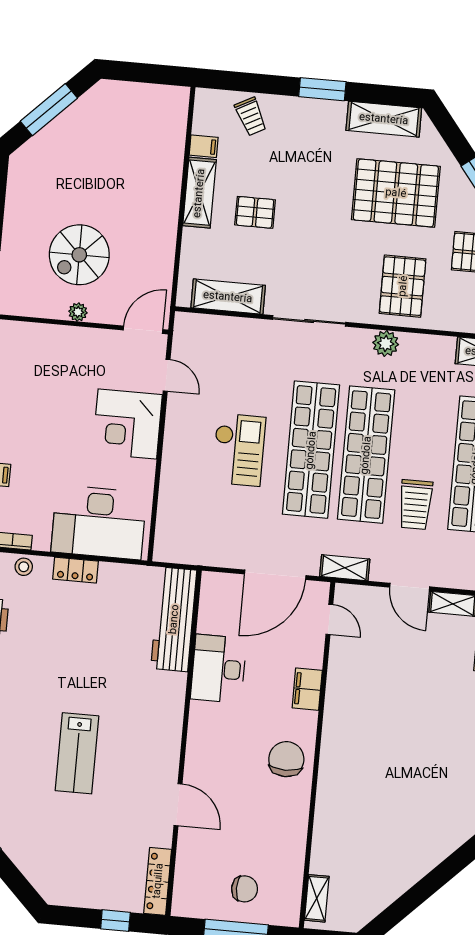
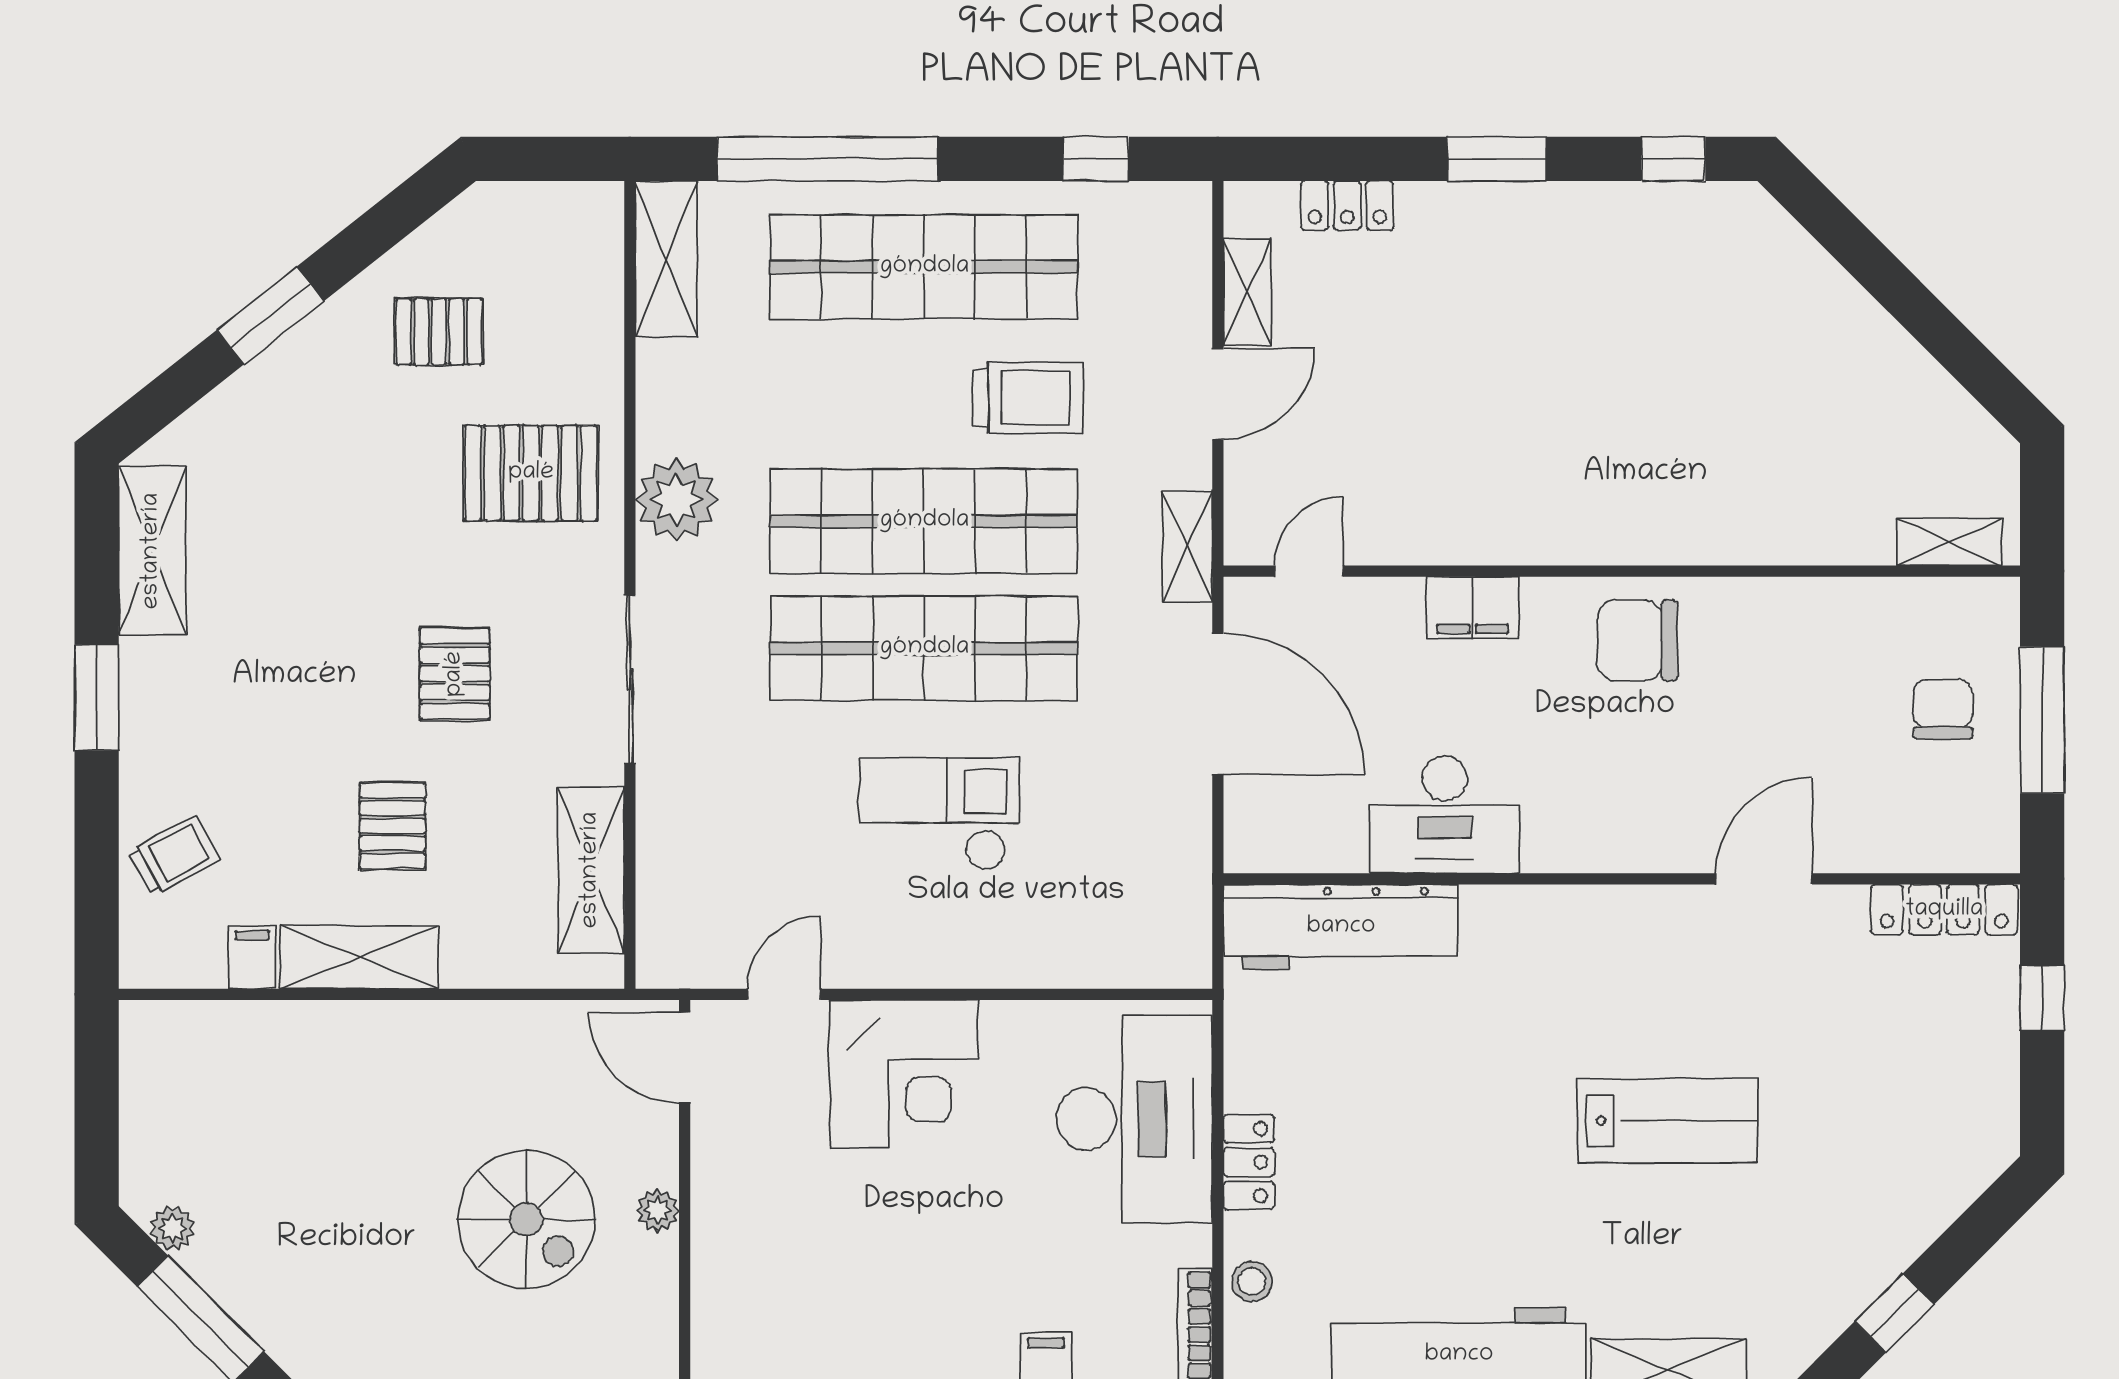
plant: (89, 101) -> (172, 1228), added
pallet: (396, 193) -> (455, 674), moved, width x0.49, depth x0.50
plant: (386, 343) -> (676, 500), width x1.36, depth x1.36

